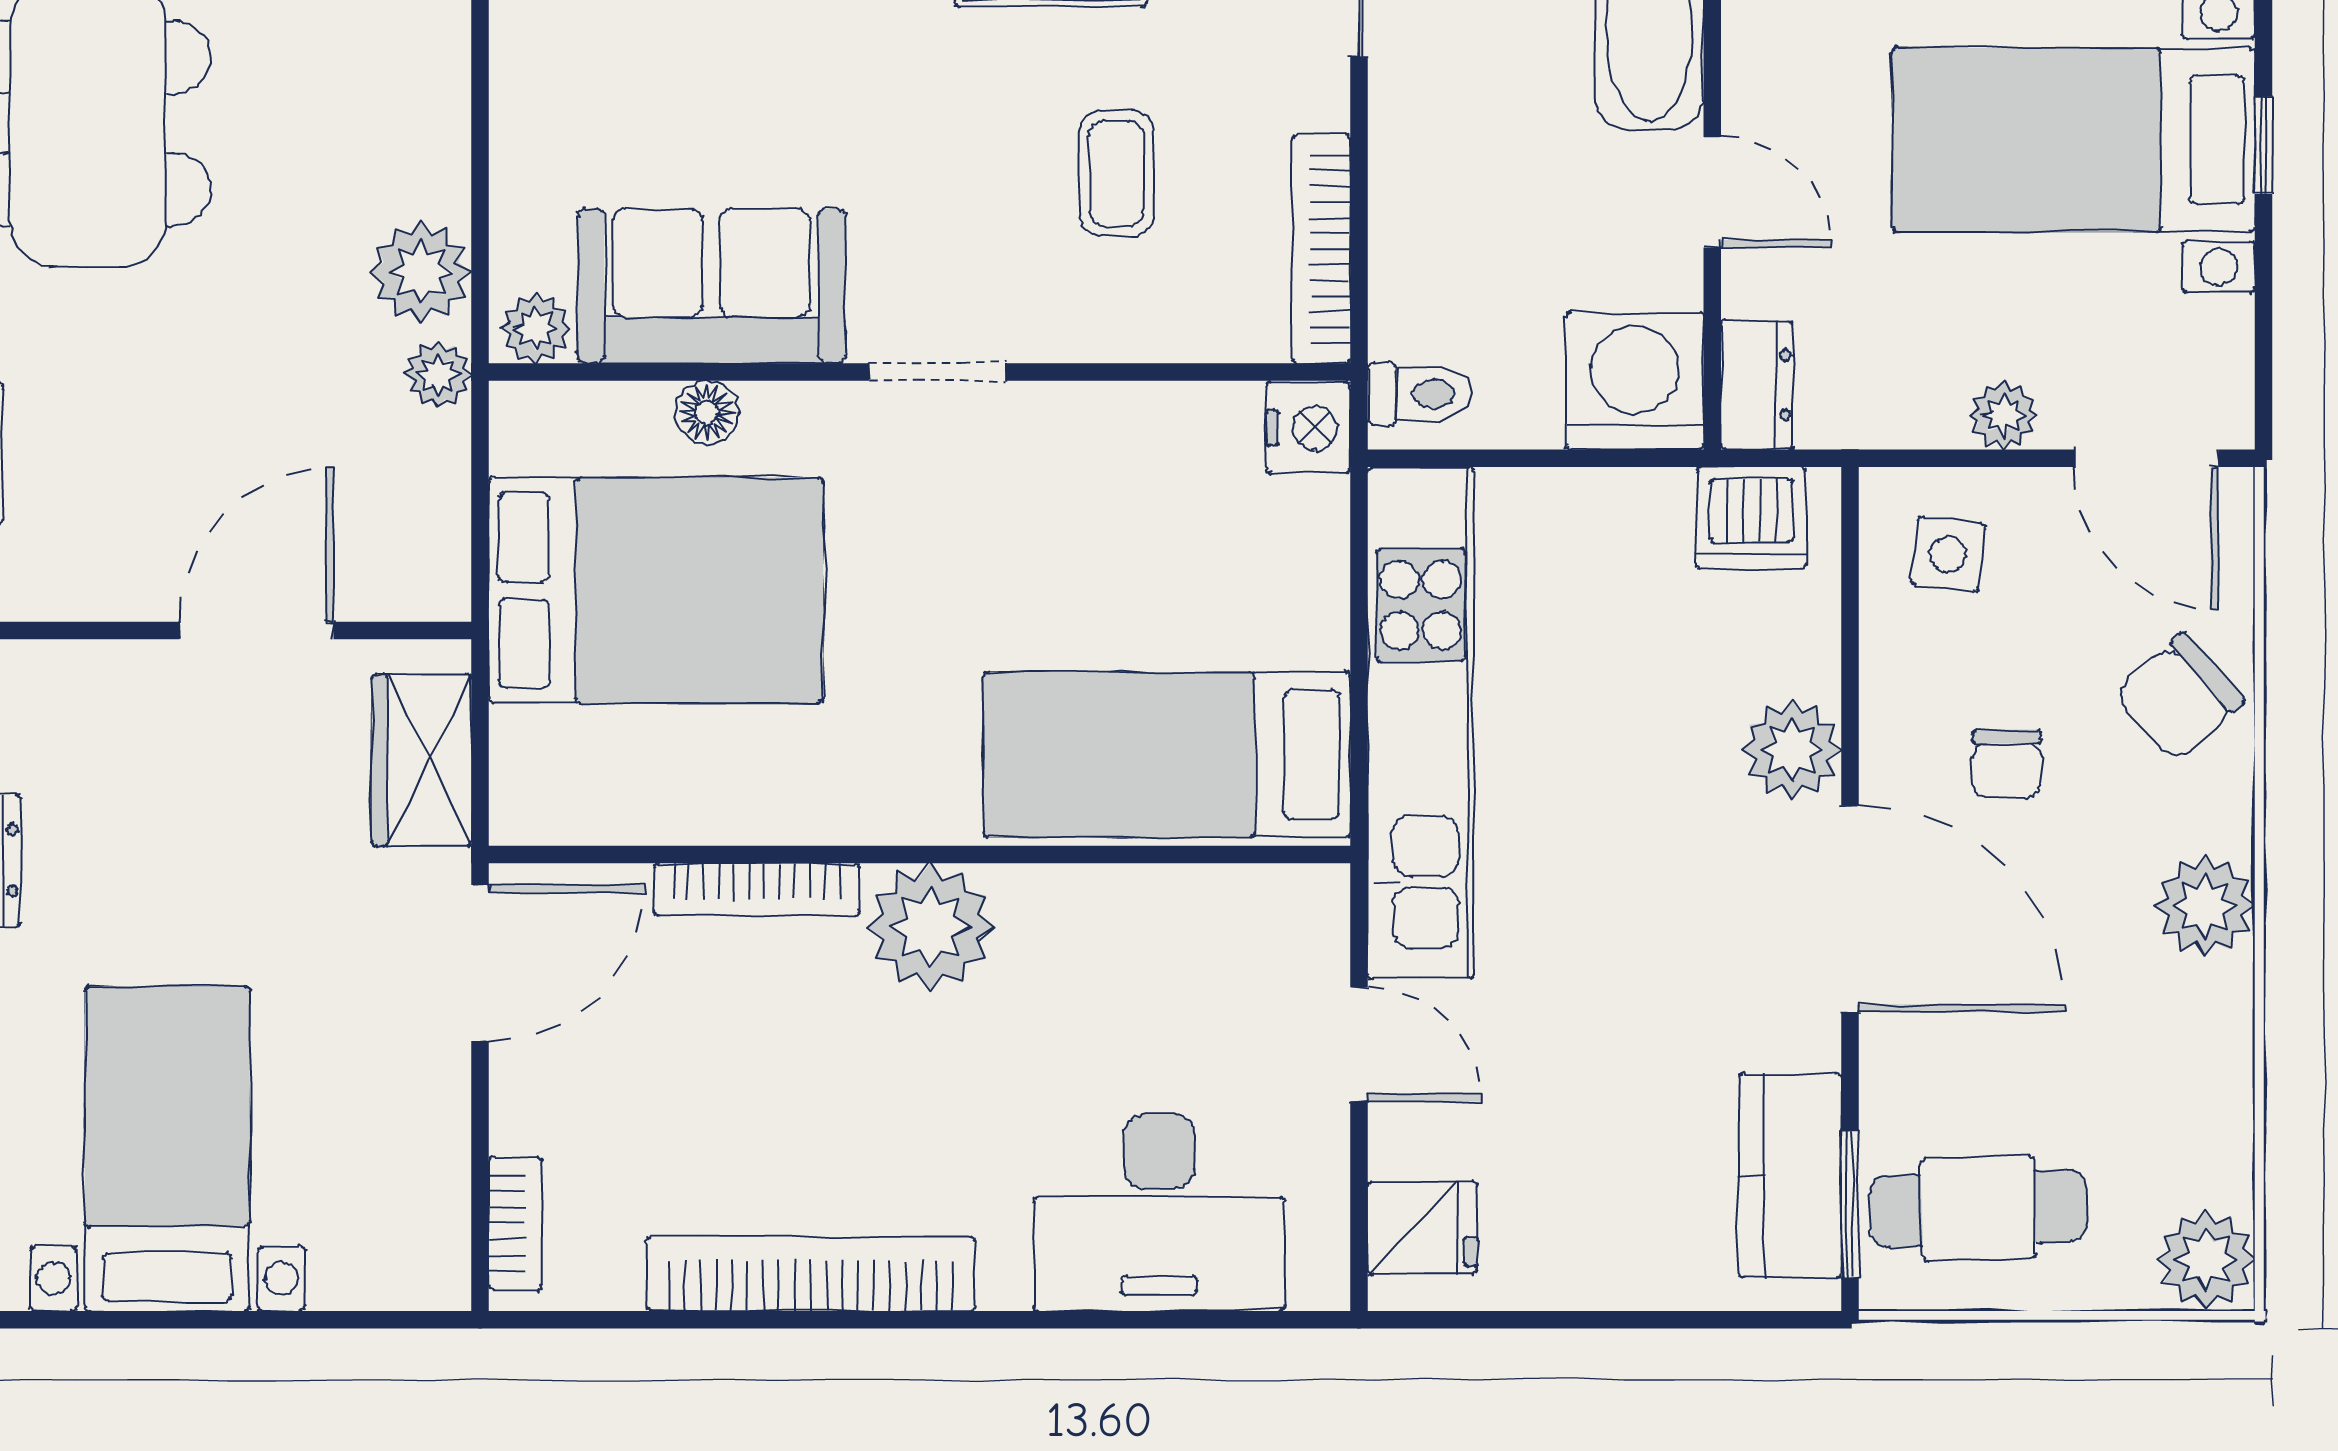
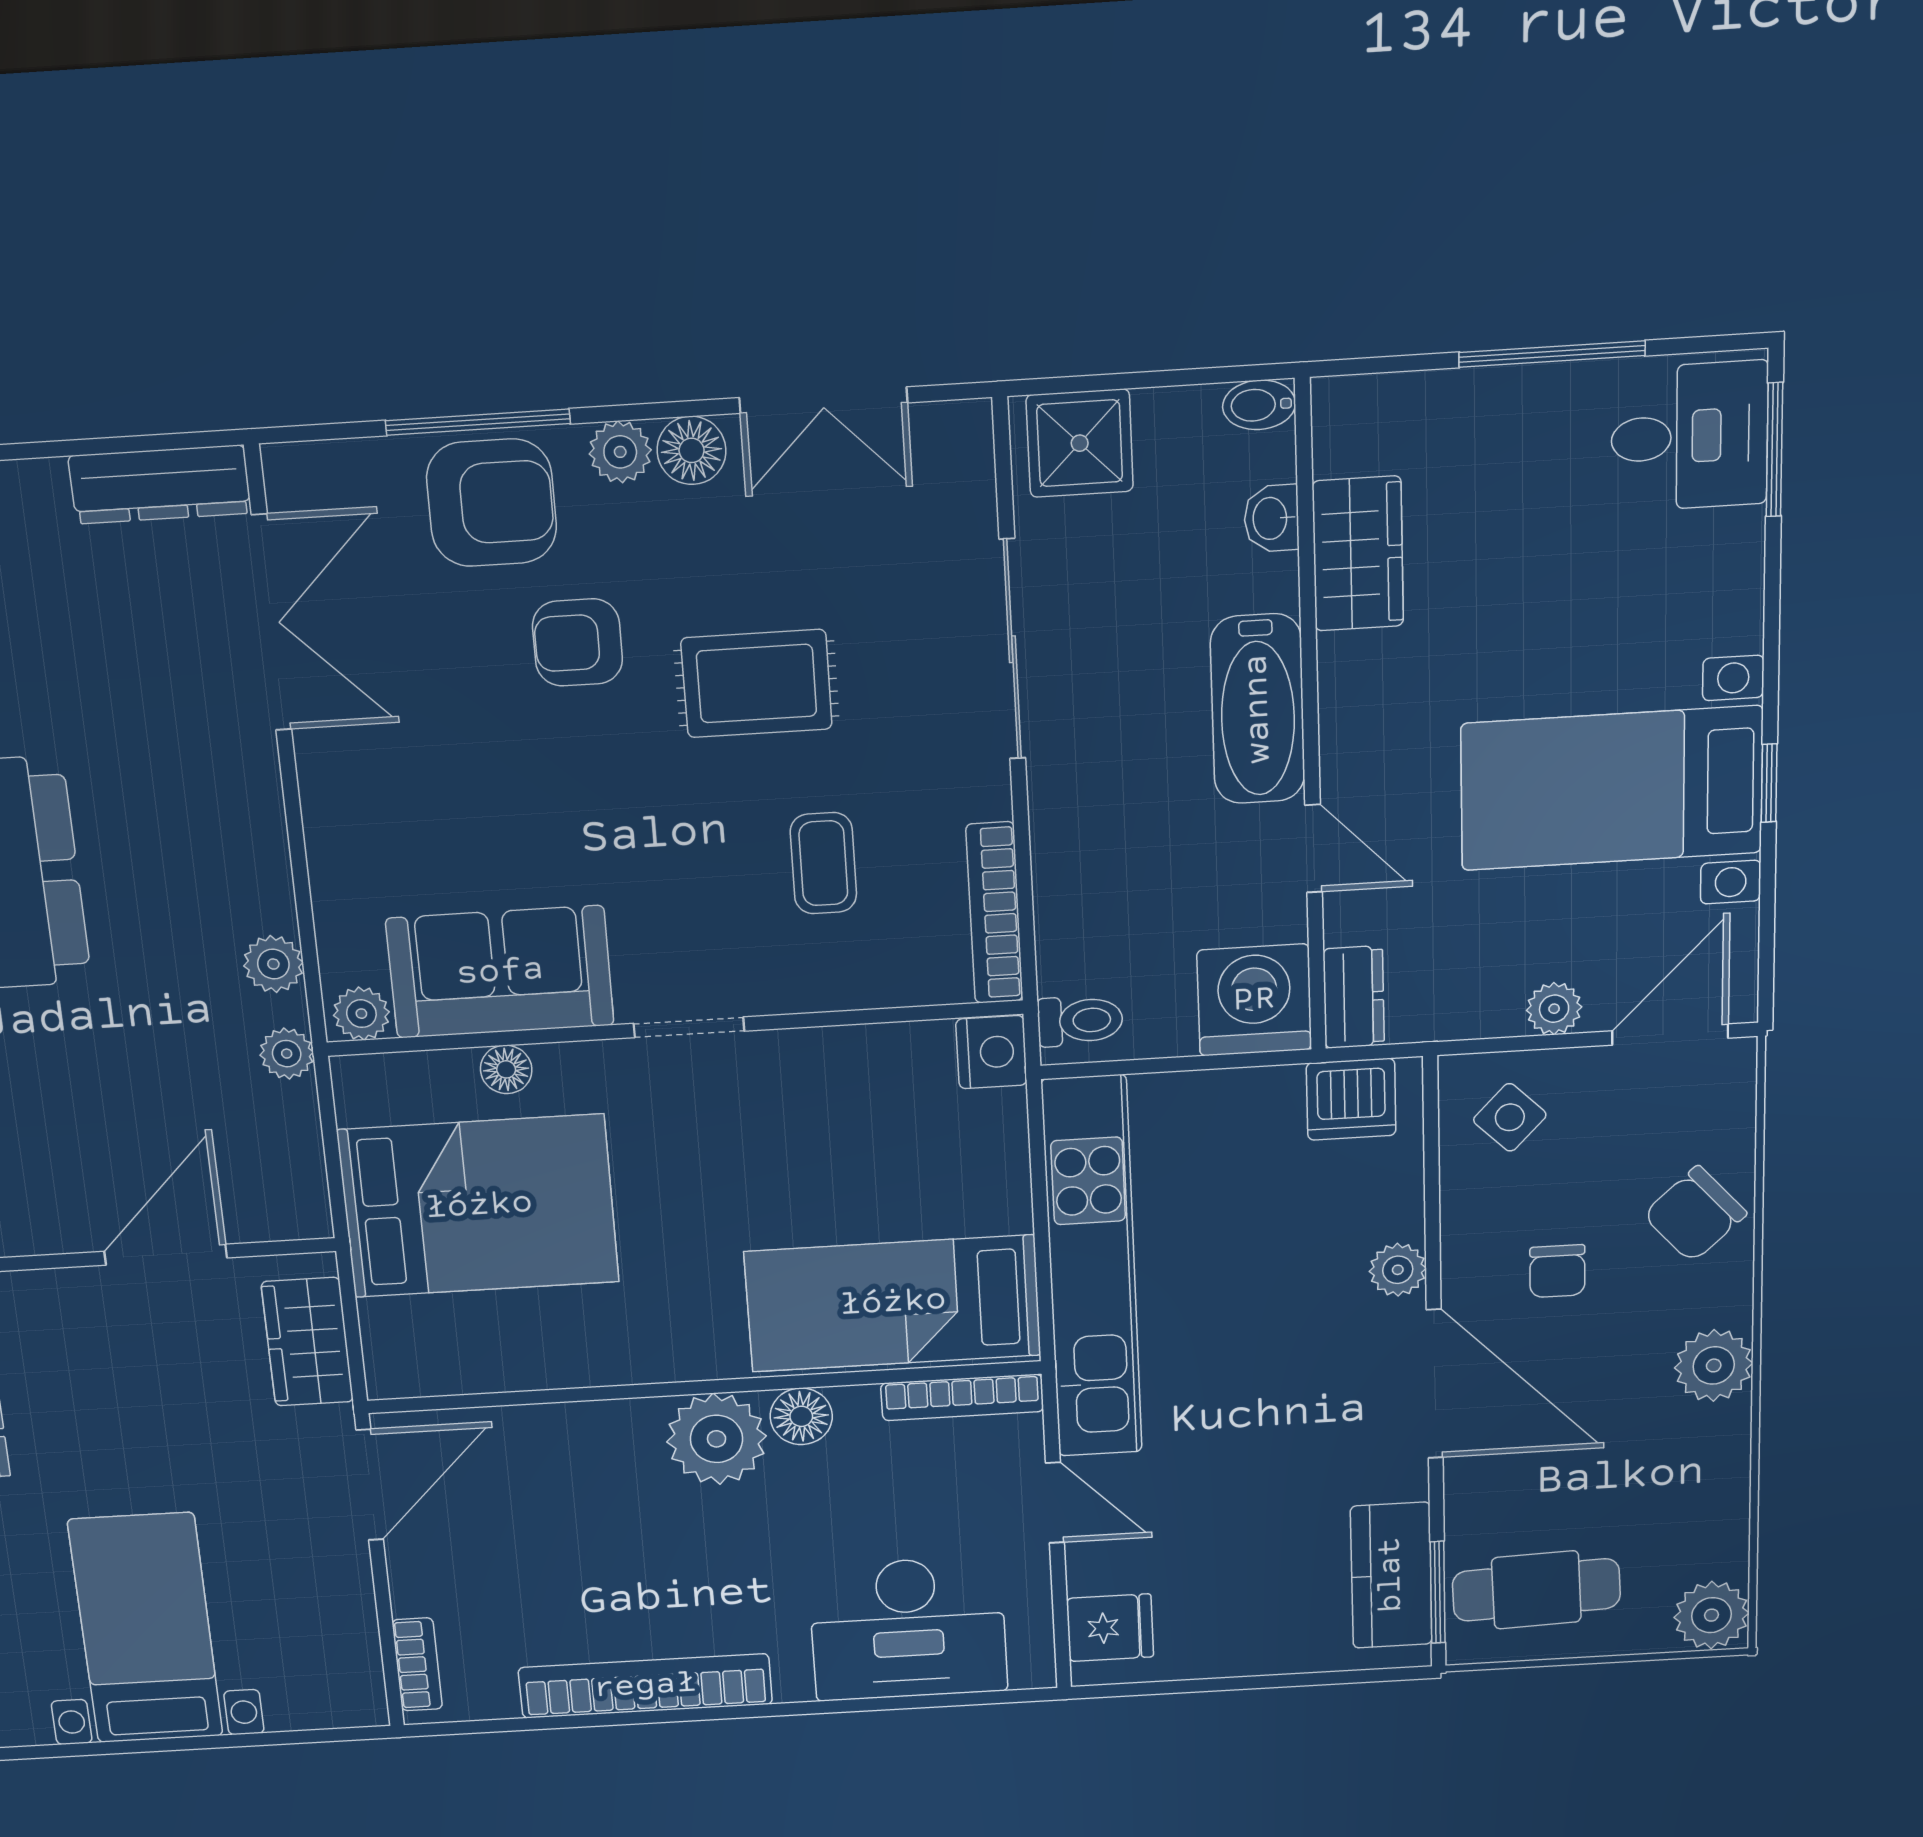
plant: (421, 272) -> (273, 964), width x0.73, depth x0.73
door: (2146, 458) -> (1670, 1035), swing flipped
side table: (1948, 554) -> (1510, 1117), turned 37
plant: (1792, 749) -> (1398, 1270), width x0.73, depth x0.73
bookcase: (756, 889) -> (962, 1397), moved
floor lamp: (1041, 903) -> (801, 1416), added

